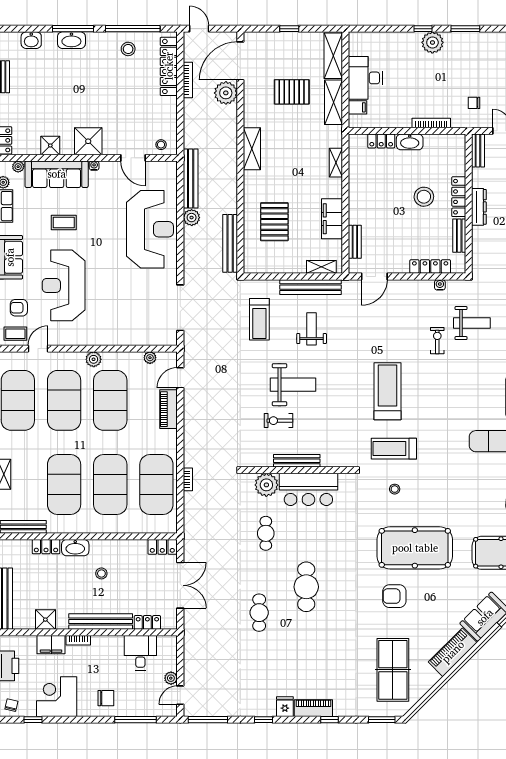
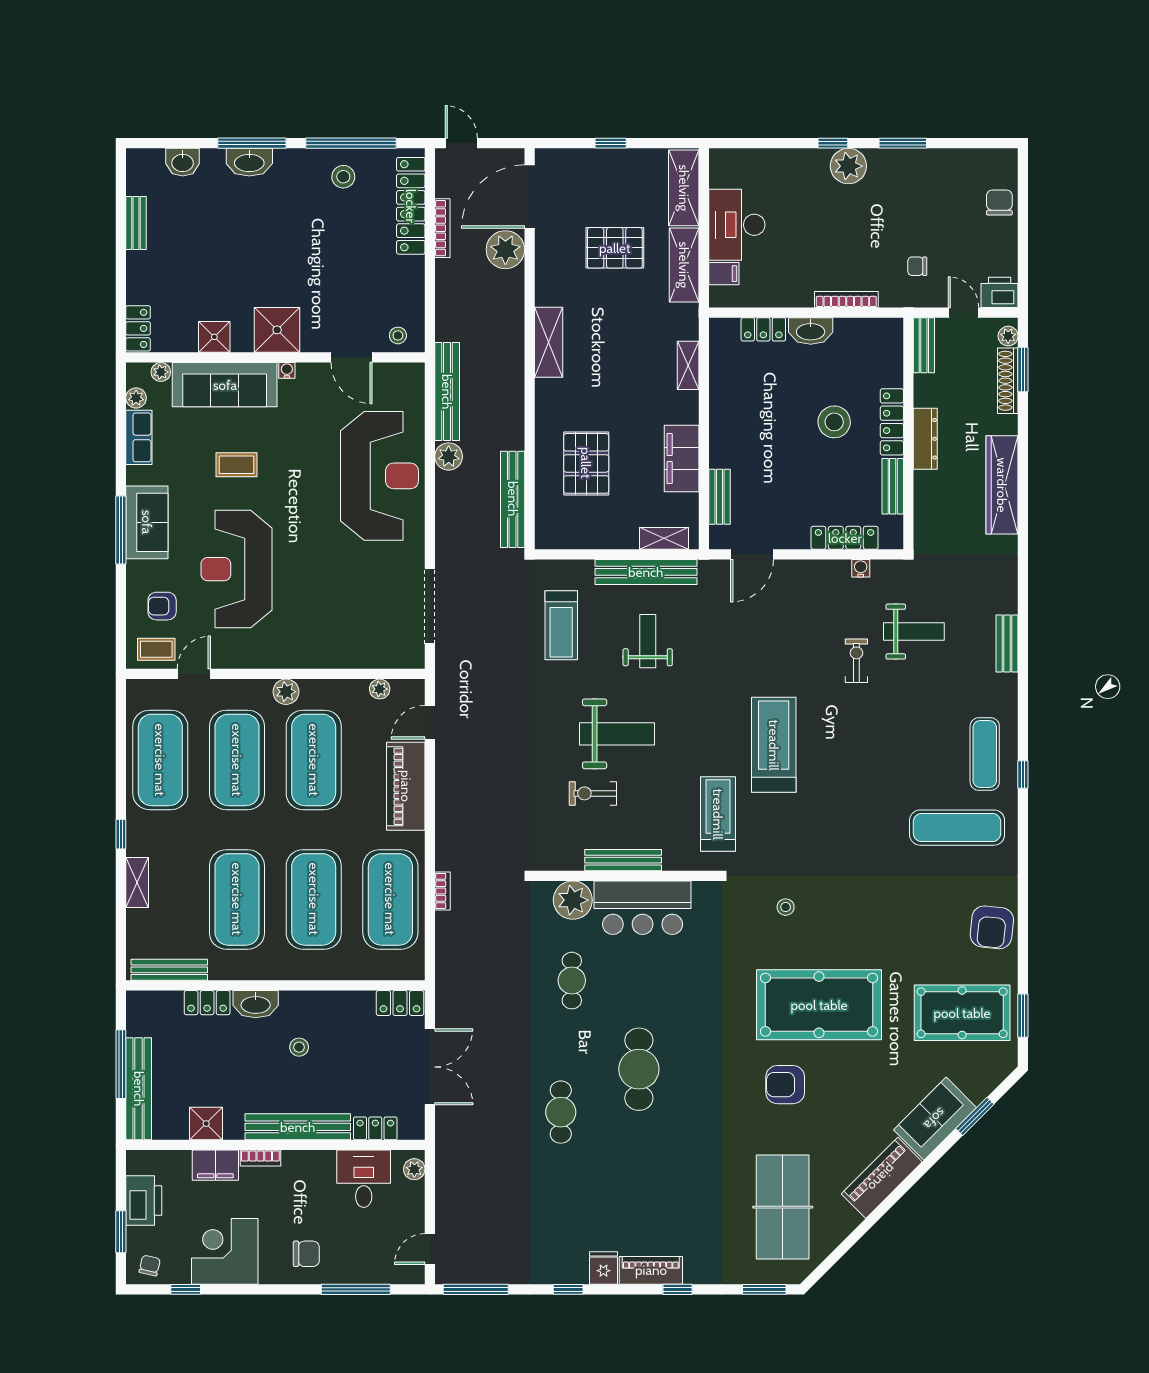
piano: (169, 409) -> (406, 786), width x1.37, depth x1.33
treadmill: (394, 449) -> (718, 814), moved, turned 90
plant: (171, 678) -> (414, 1169), moved

